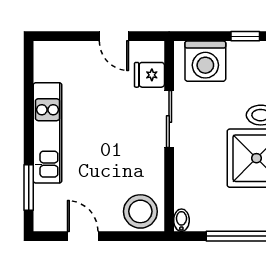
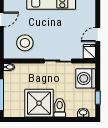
fridge: (149, 75) -> (89, 52), moved
stool: (140, 211) -> (25, 43), moved

